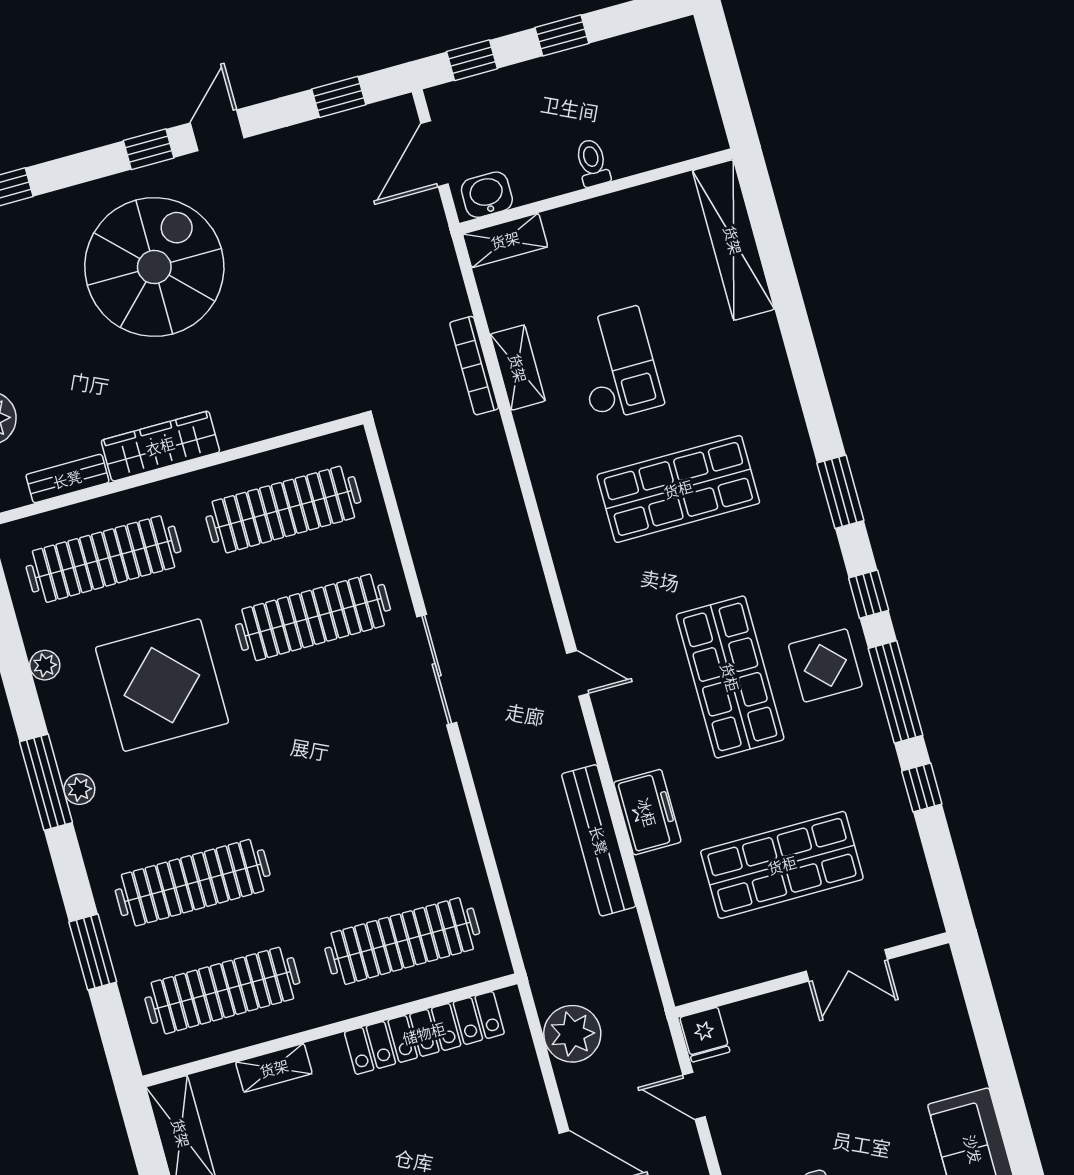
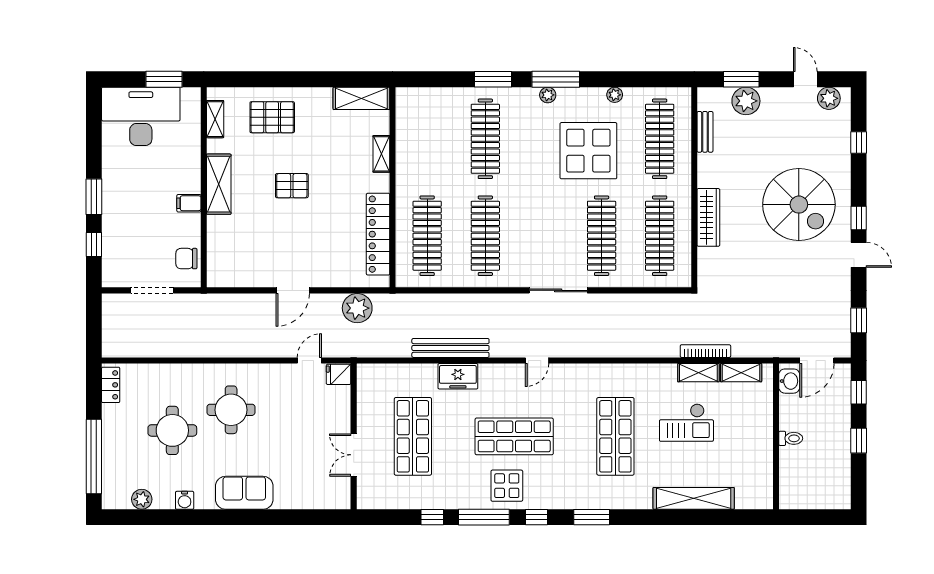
door: (434, 154) -> (817, 360), swing flipped
shelving: (505, 240) -> (741, 373), moved, turned 90
shelving: (733, 240) -> (694, 498), moved
wardrobe: (160, 446) -> (708, 217), moved
window: (93, 952) -> (493, 79), moved
clothes rail: (222, 991) -> (485, 236), moved

